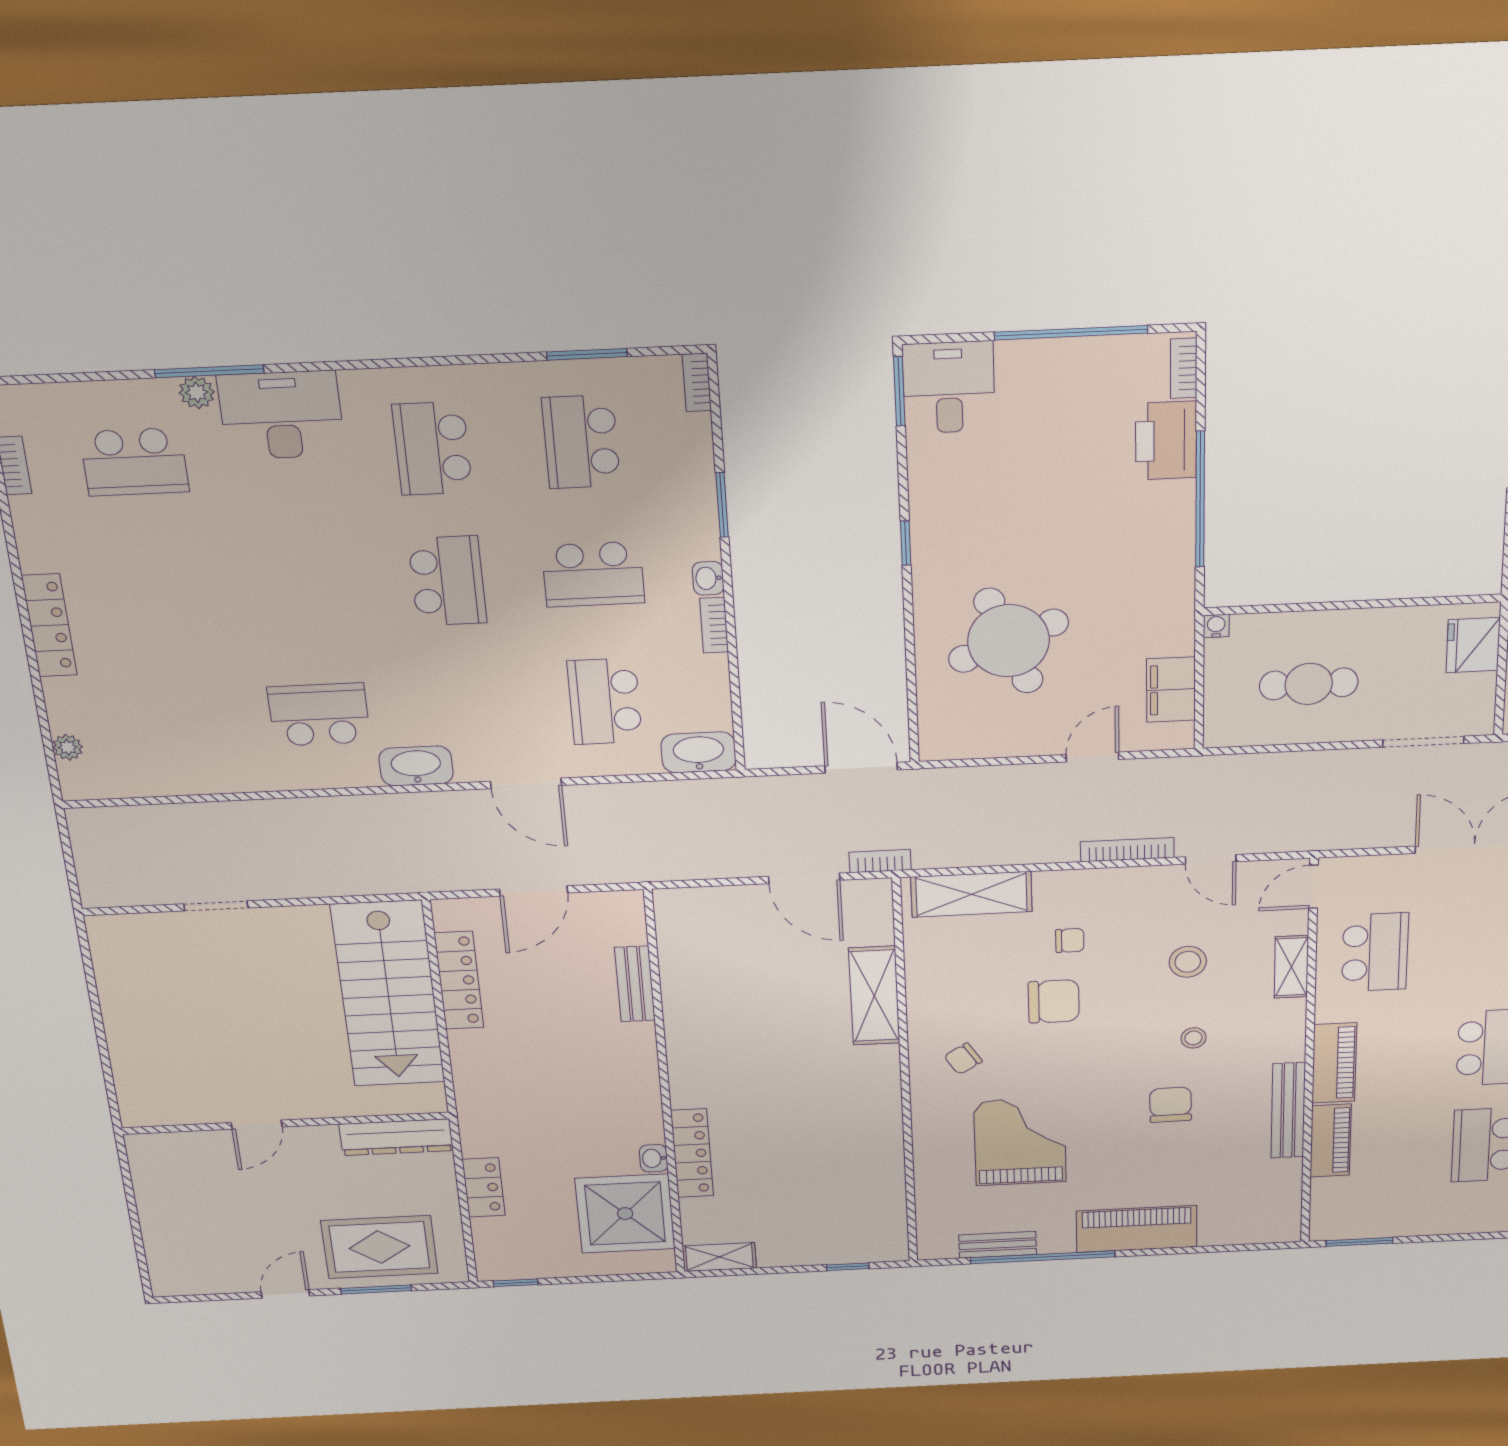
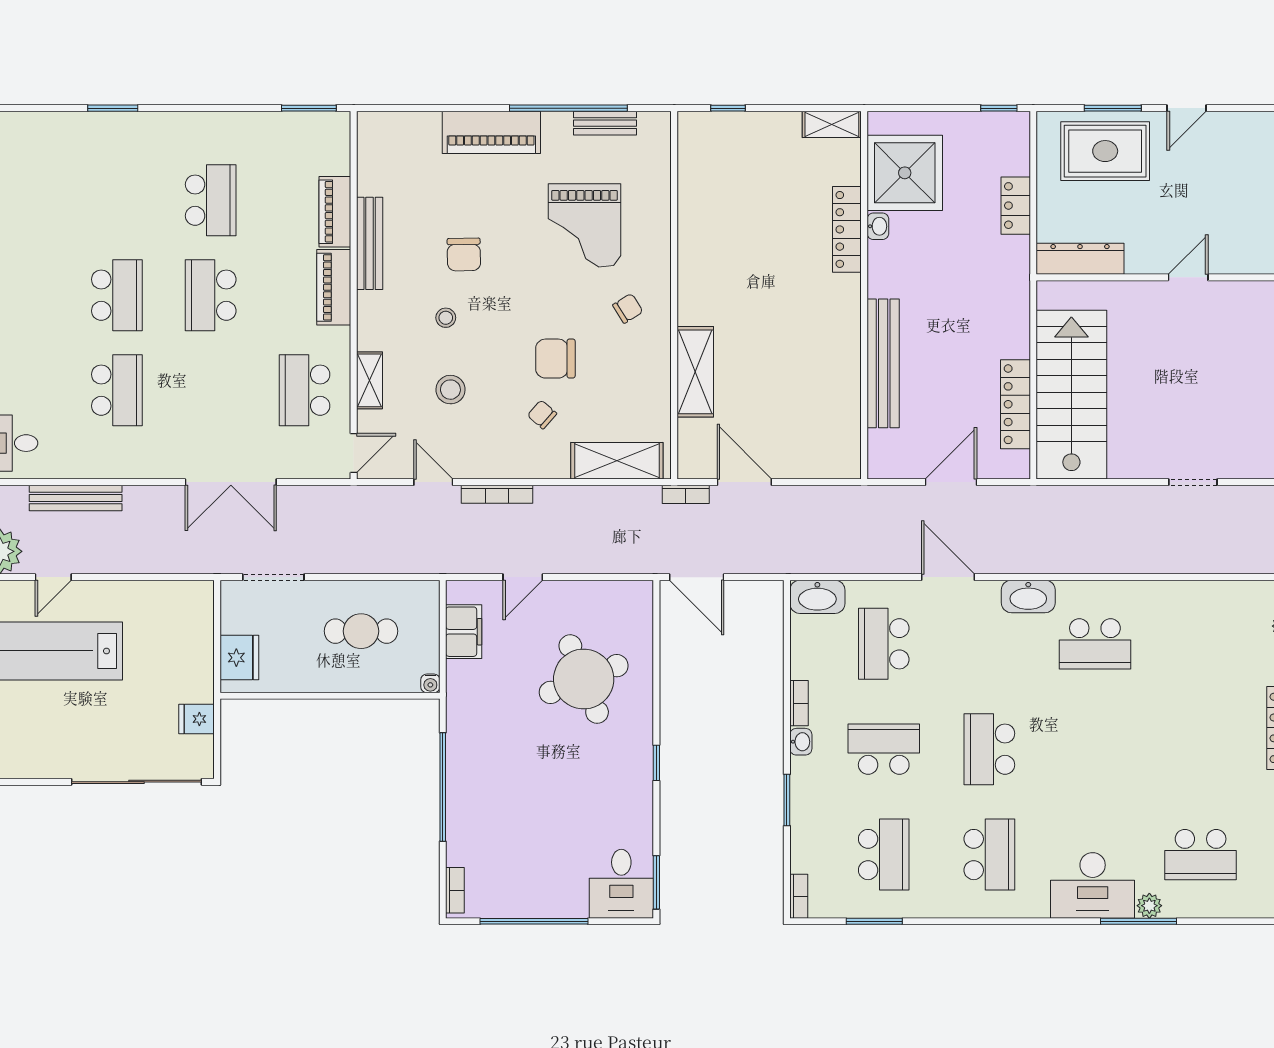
printer: (1166, 441) -> (467, 835), removed
school desk: (134, 462) -> (1201, 855), turned 180
school desk: (605, 701) -> (884, 644), turned 180
chair: (1070, 940) -> (542, 414), turned 41
bench: (635, 984) -> (883, 363), width x1.86, depth x1.21

